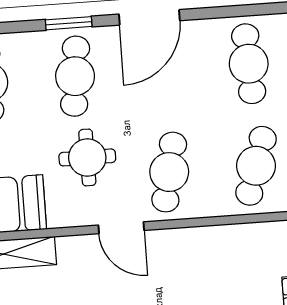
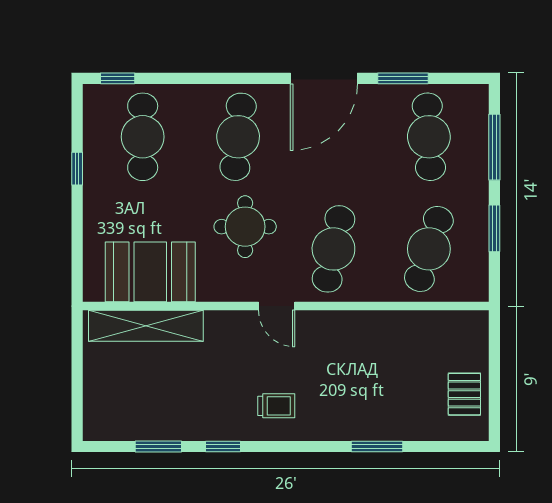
window: (69, 23) -> (403, 78), moved
door: (121, 228) -> (277, 306), width x0.73

